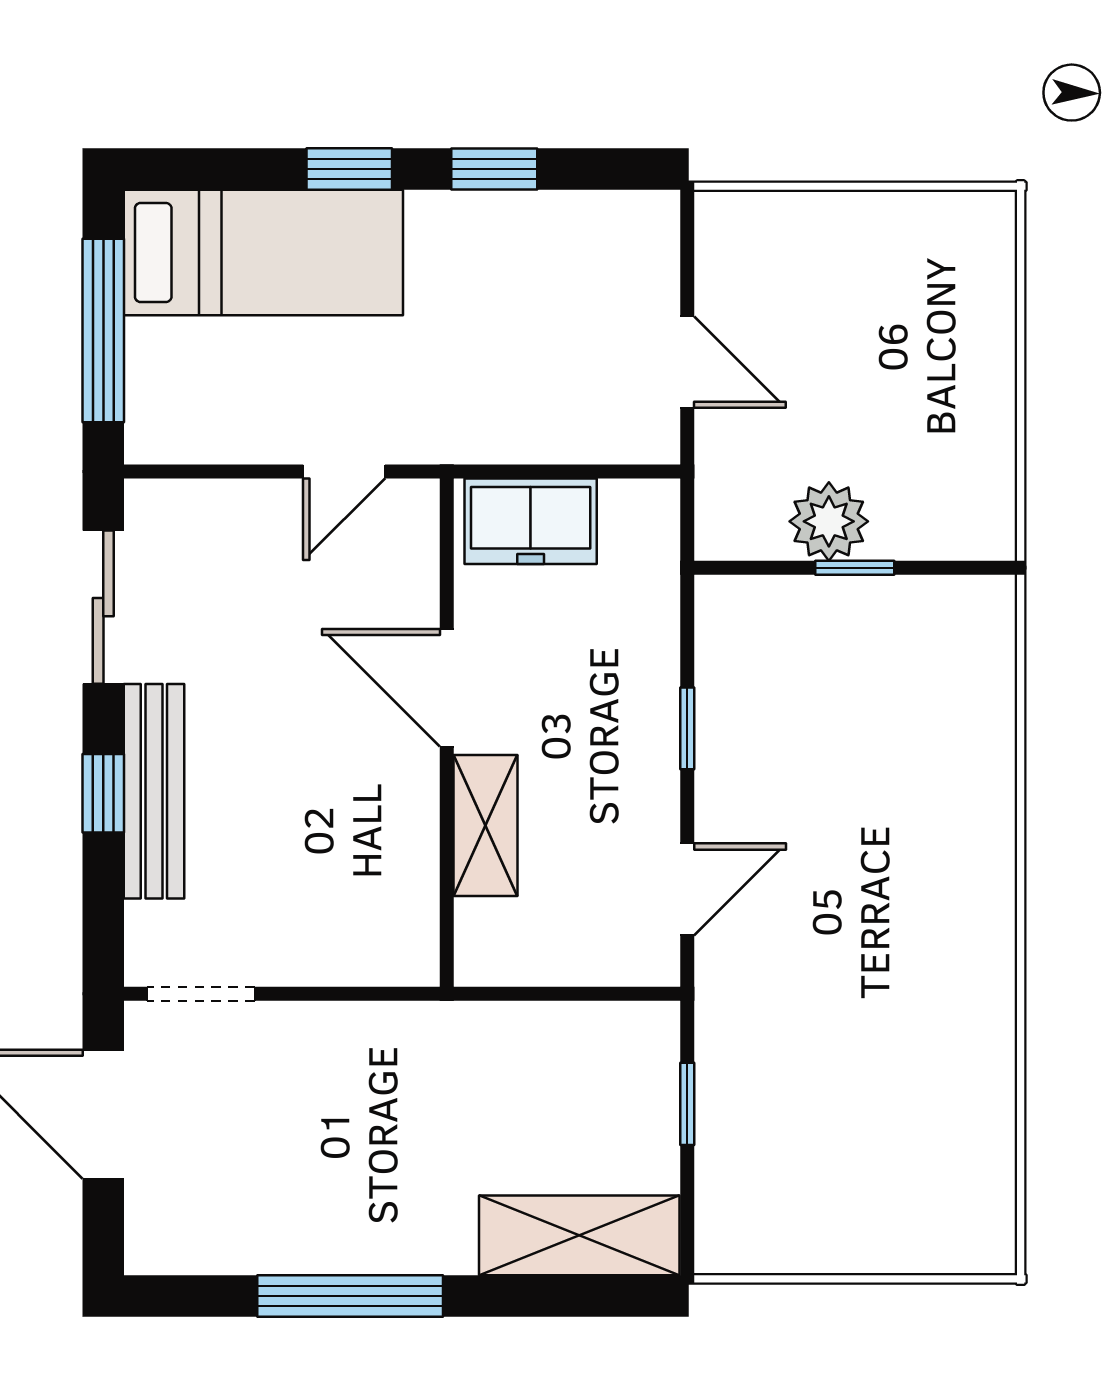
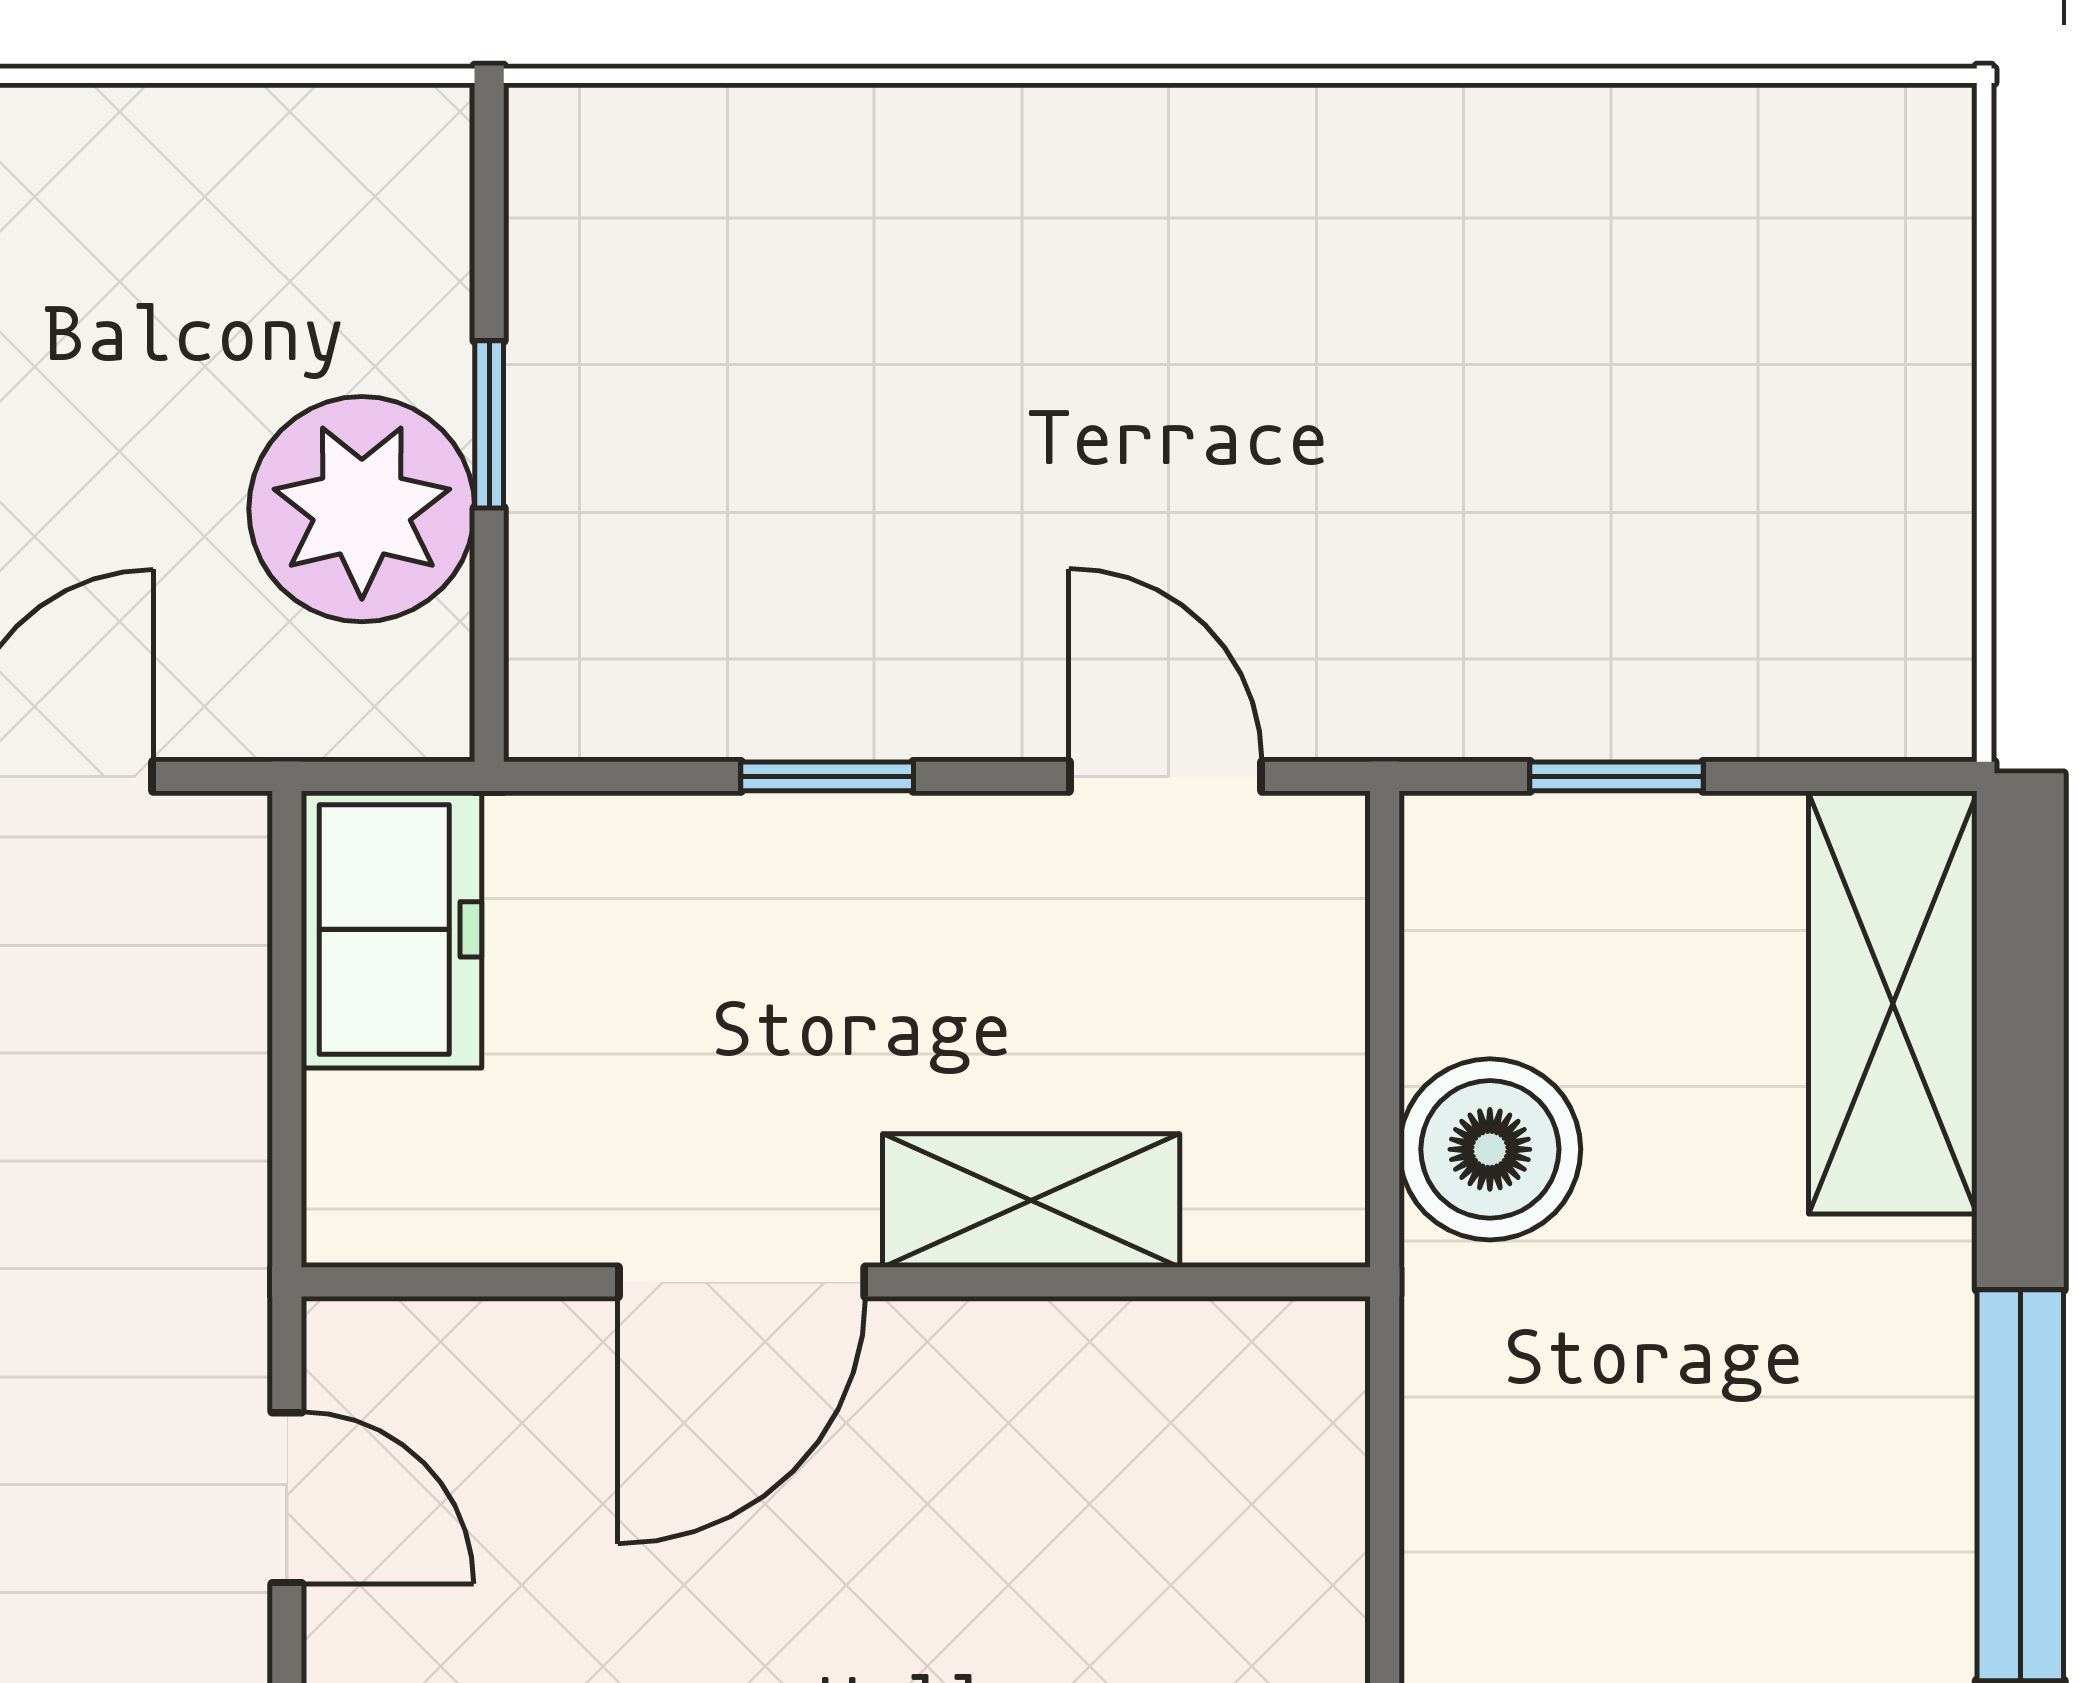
freezer: (531, 521) -> (391, 929), moved
plant: (829, 521) -> (362, 509), width x1.36, depth x1.36
boiler: (510, 1044) -> (1490, 1149), added

